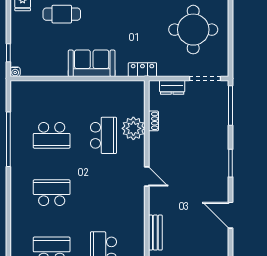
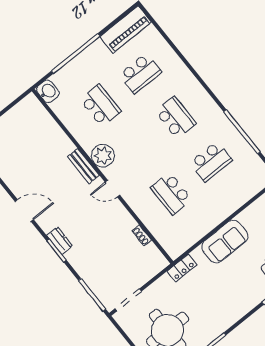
dresser: (172, 87) -> (60, 241), moved, turned 90
plant: (133, 128) -> (103, 156), moved
school desk: (52, 135) -> (211, 161), turned 180
school desk: (52, 193) -> (176, 117), turned -90
bench: (155, 233) -> (83, 166), moved

